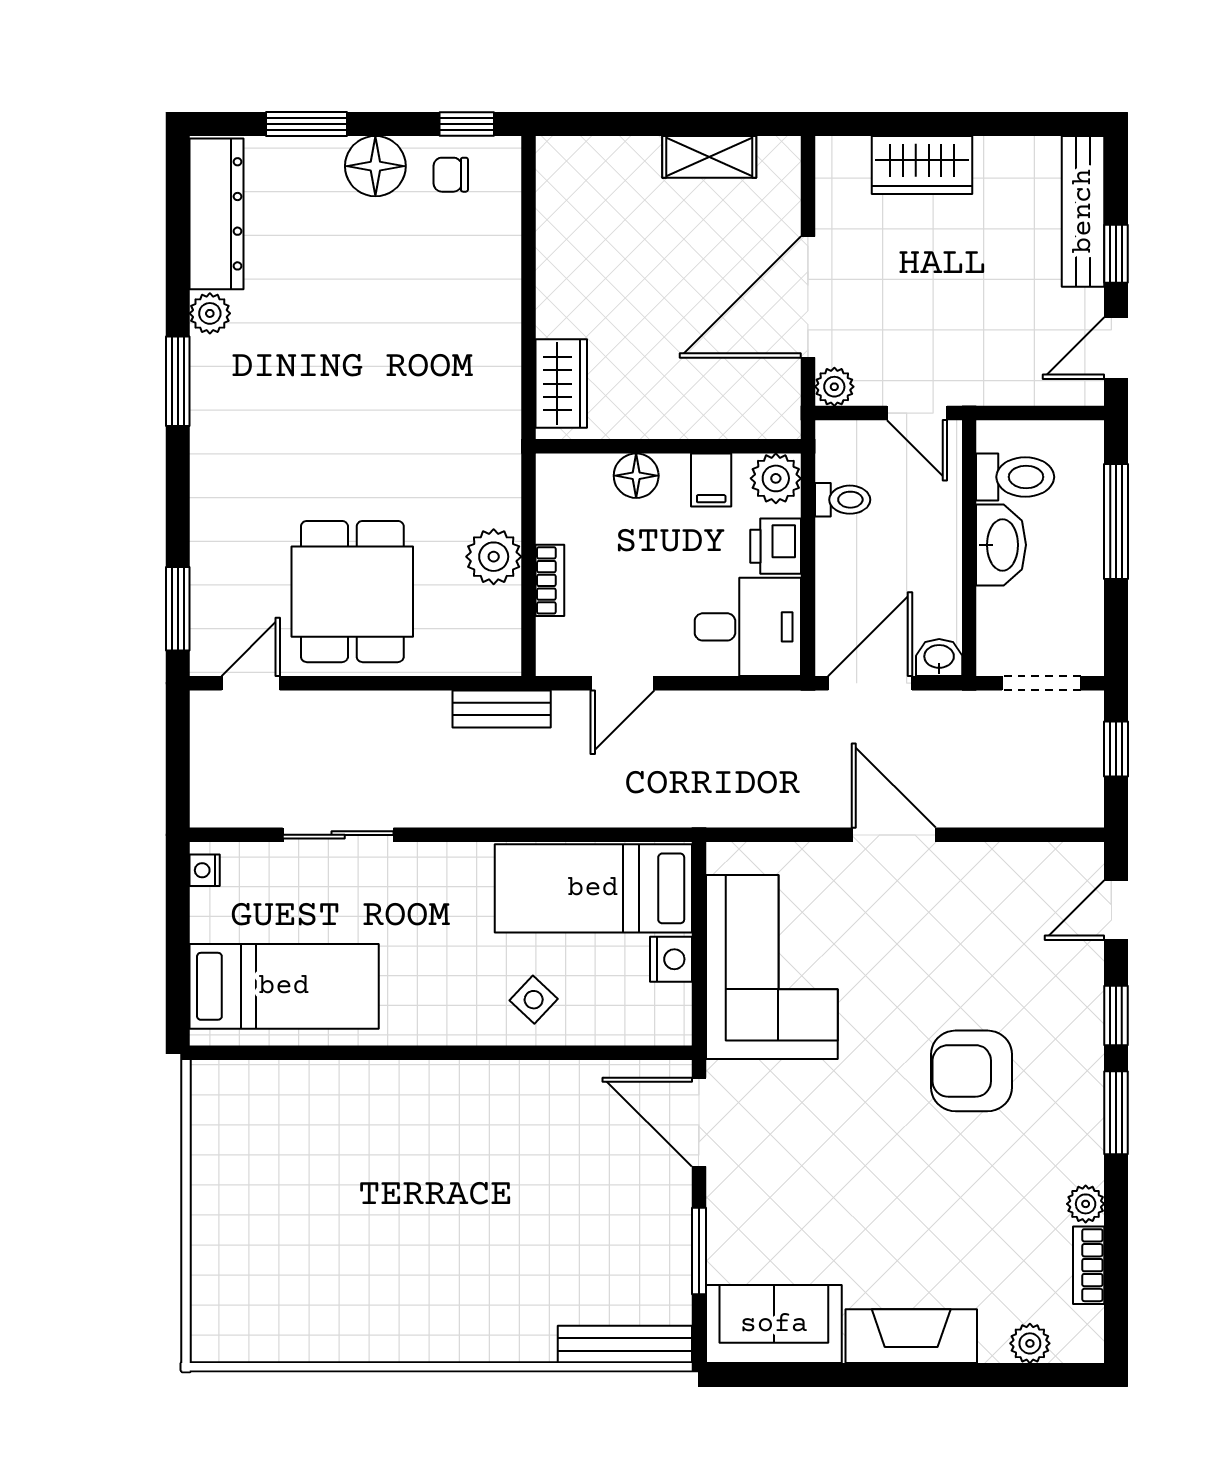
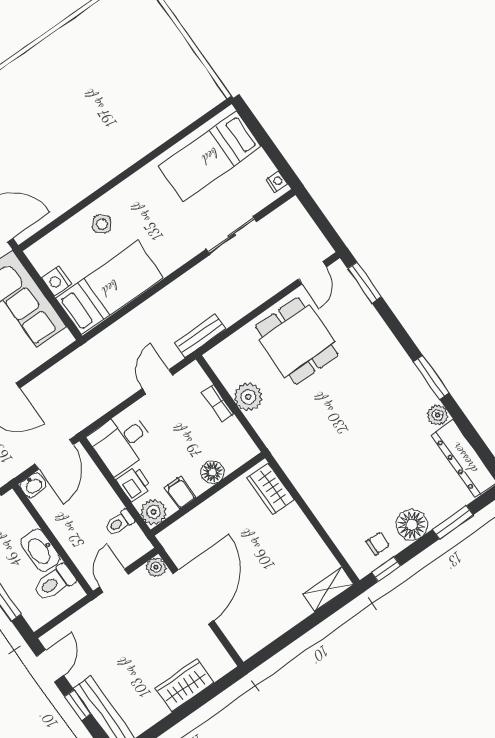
shelving: (709, 157) -> (328, 589), moved
door: (917, 413) -> (114, 580), hinge flipped

